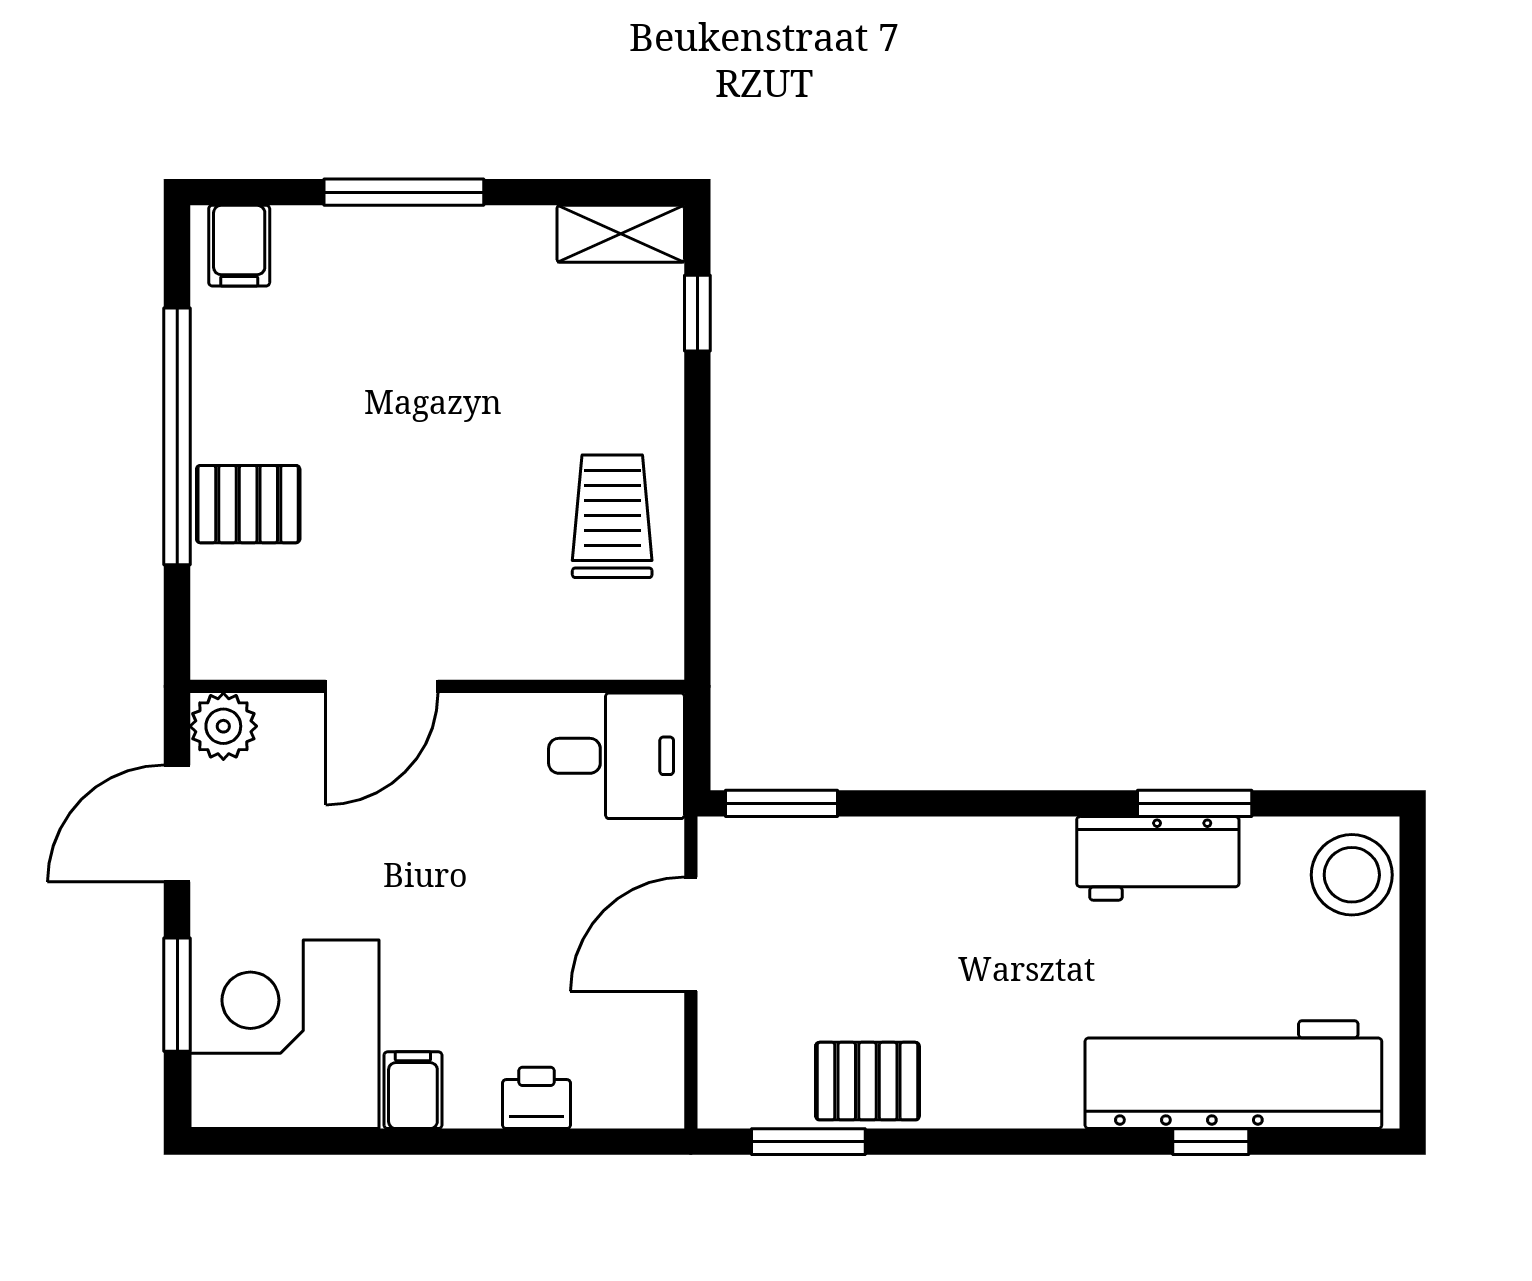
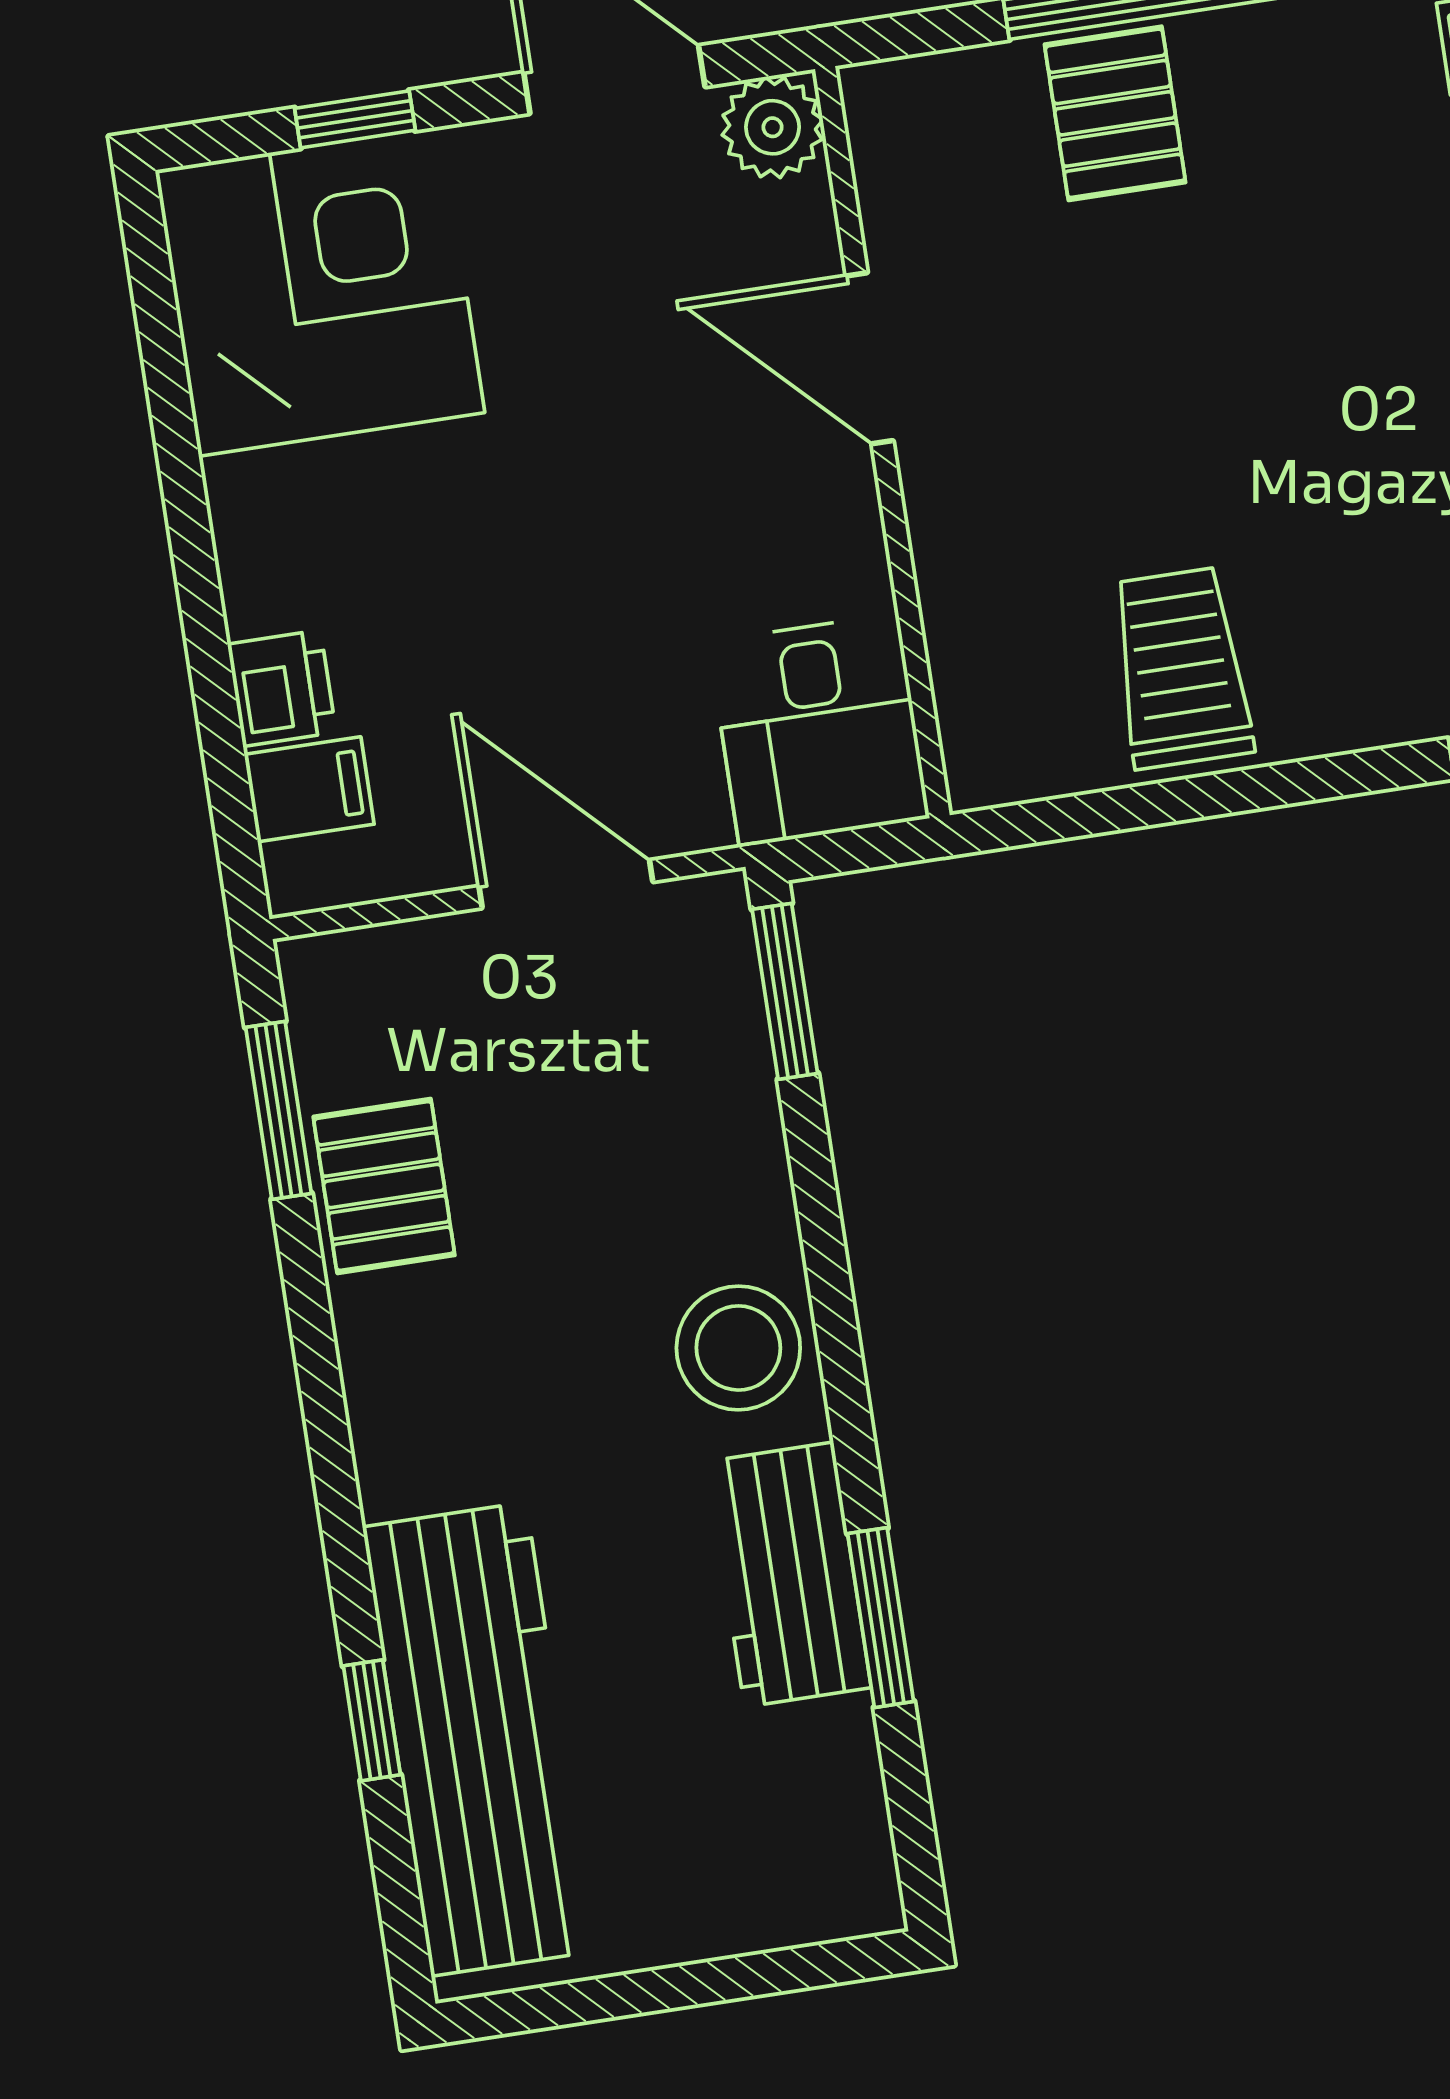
trolley: (612, 516) -> (1181, 668), turned -90
stool: (1352, 875) -> (738, 1348), moved
window: (177, 995) -> (355, 119), width x0.67
filing cabinet: (413, 1090) -> (309, 789), moved

